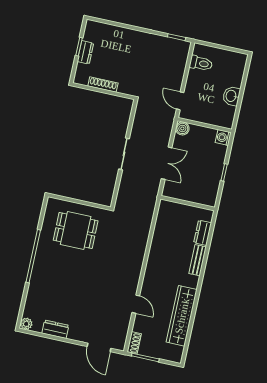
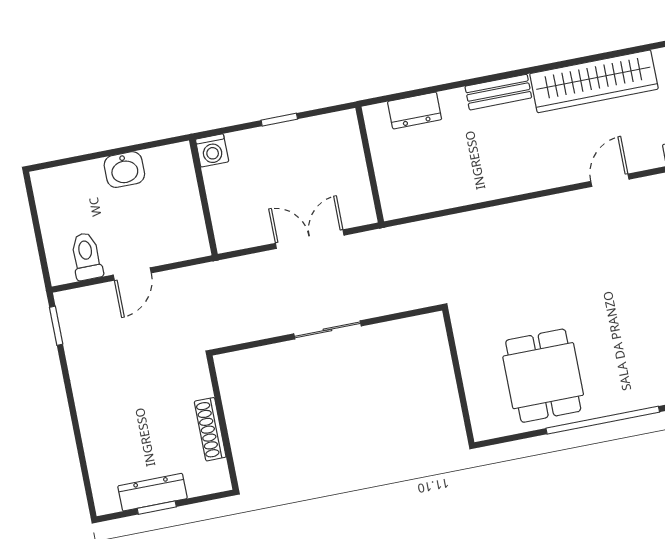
dresser: (85, 52) -> (152, 492), width x1.44
door: (180, 101) -> (132, 274), moved
boiler: (182, 128) -> (229, 238), removed
dining table: (76, 230) -> (543, 376), moved
bench: (198, 260) -> (498, 92), moved

